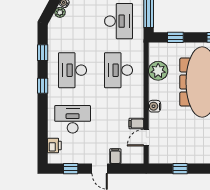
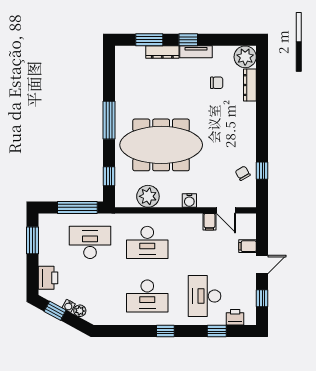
window: (43, 53) -> (217, 331), moved
chair: (178, 152) -> (243, 173), added

